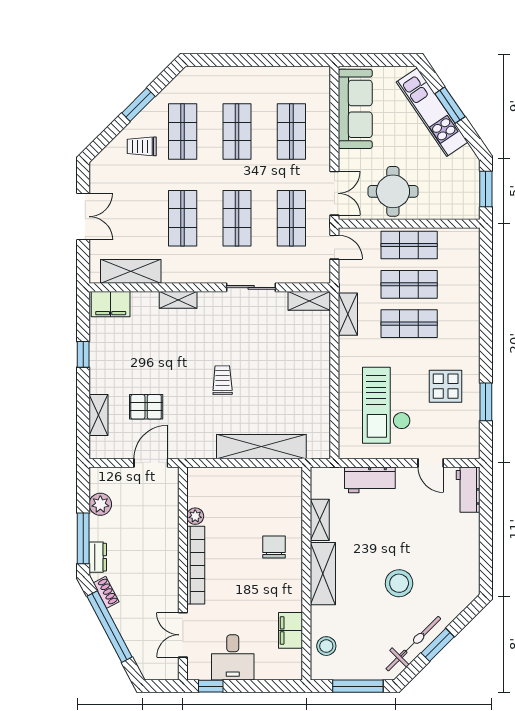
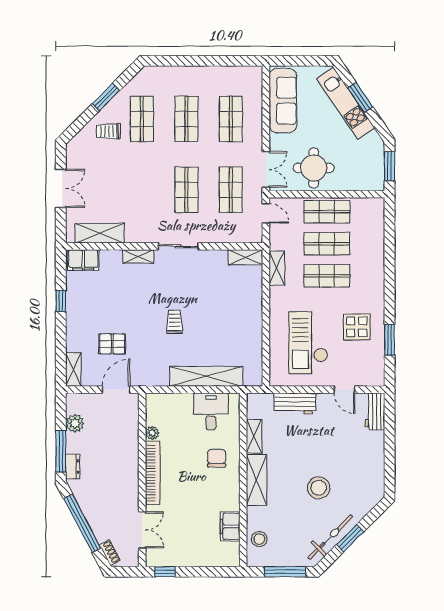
shop shelf: (183, 218) -> (142, 190), removed
sliding door: (251, 287) -> (178, 246), moved
shelving: (98, 415) -> (73, 369), moved
shoe rack: (106, 592) -> (110, 553), moved
double door: (183, 635) -> (142, 530), swing flipped
desk: (233, 657) -> (211, 411), moved, turned 180

